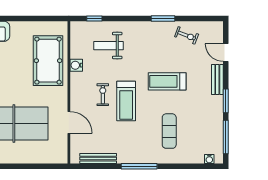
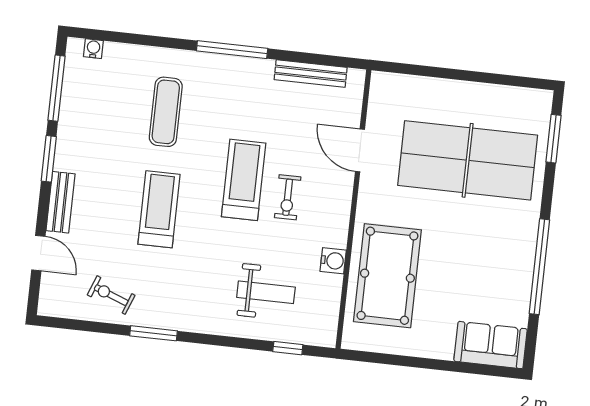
treadmill: (167, 81) -> (159, 209), turned -90

